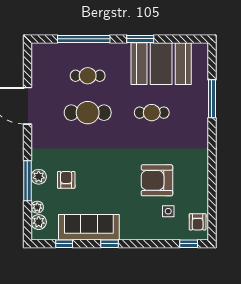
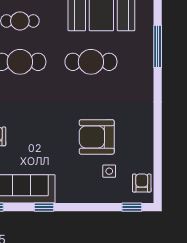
cafe table: (152, 113) -> (91, 62), width x1.37, depth x1.35
armchair: (198, 222) -> (142, 183), turned 180

